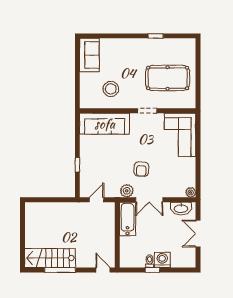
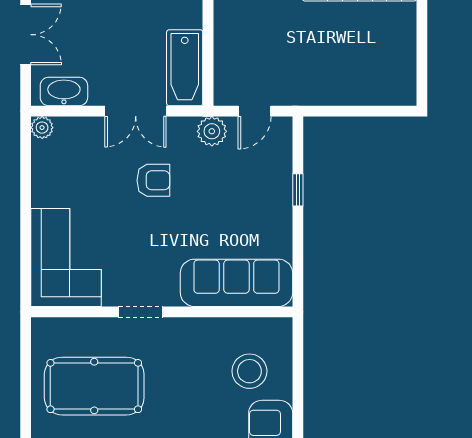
stool: (111, 89) -> (249, 371), moved
armchair: (141, 169) -> (153, 180), turned 86
plant: (127, 191) -> (212, 131), moved
double door: (149, 200) -> (136, 111), swing flipped

